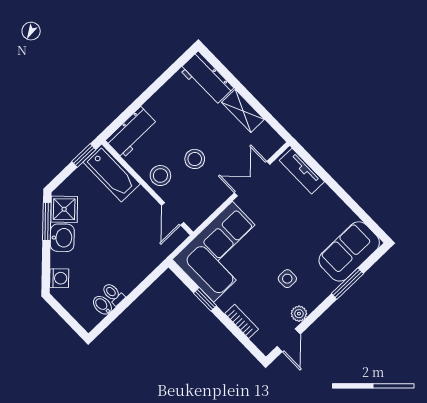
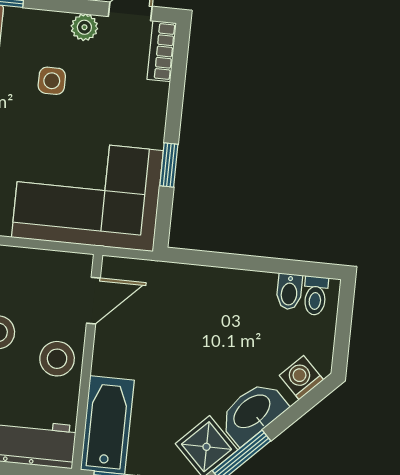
washbasin: (62, 238) -> (253, 412), width x1.38
toilet: (113, 294) -> (315, 296), moved
bookcase: (242, 321) -> (162, 51), moved

